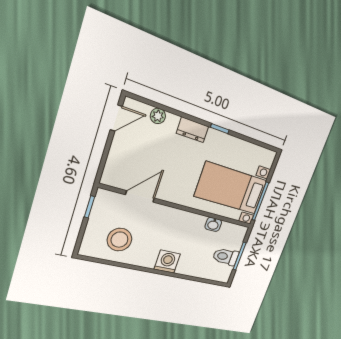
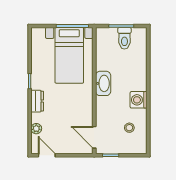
door: (140, 196) -> (94, 137), moved
washbasin: (213, 224) -> (103, 83), moved, width x1.91, depth x1.45
stool: (120, 240) -> (129, 128), width x0.53, depth x0.53
washing machine: (167, 262) -> (139, 100), moved

